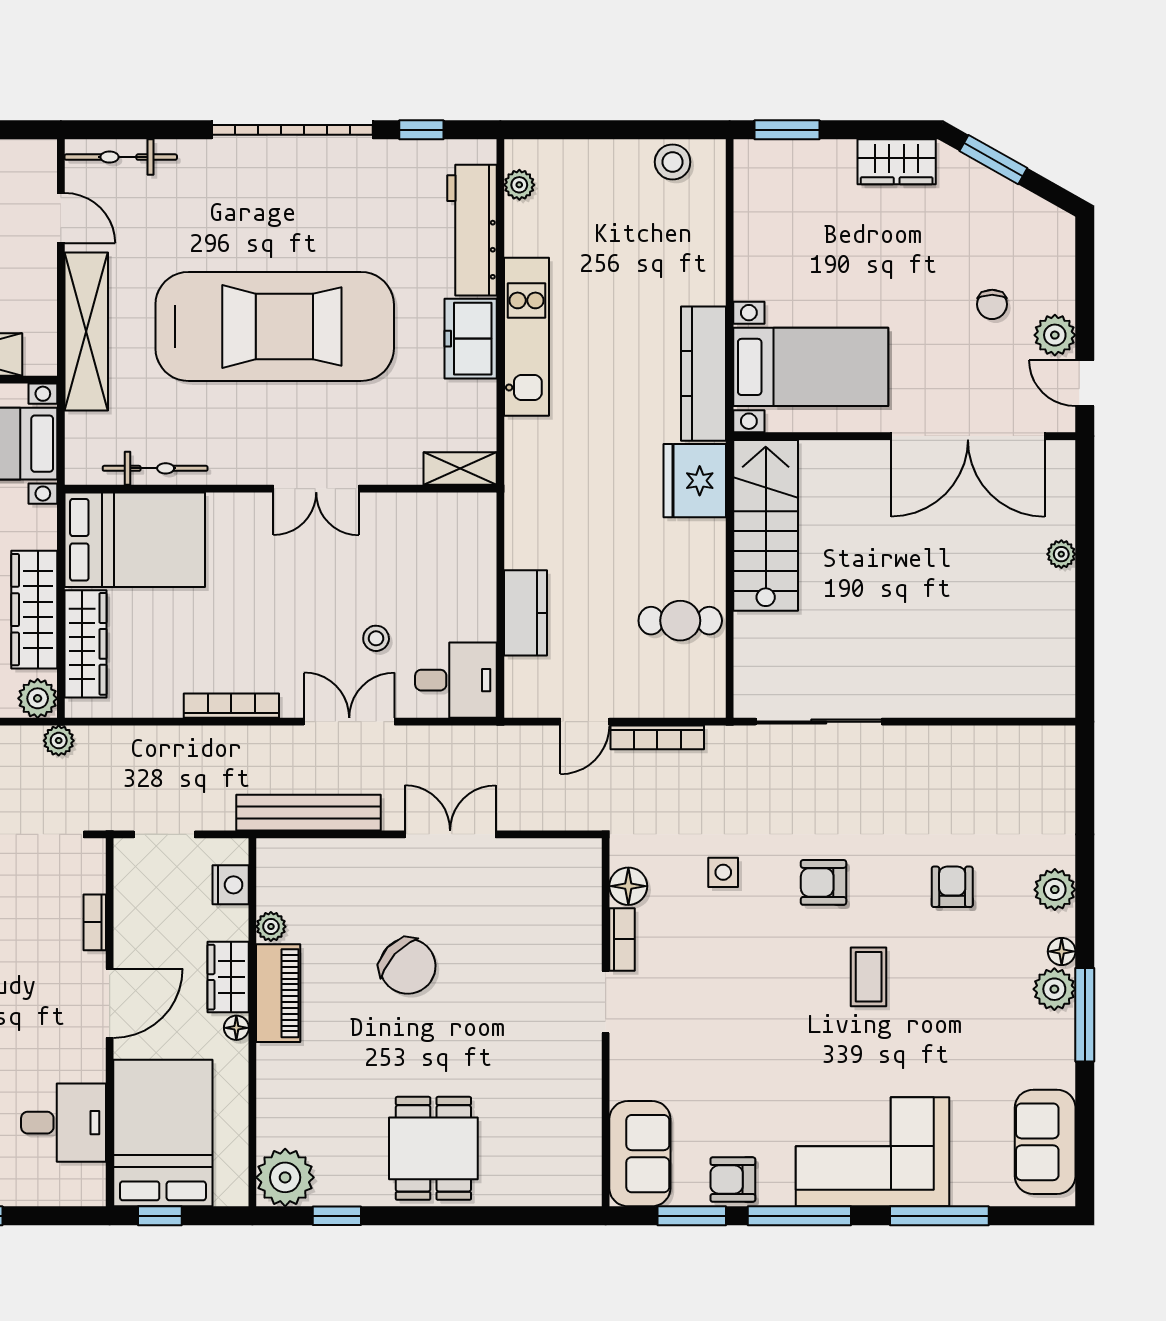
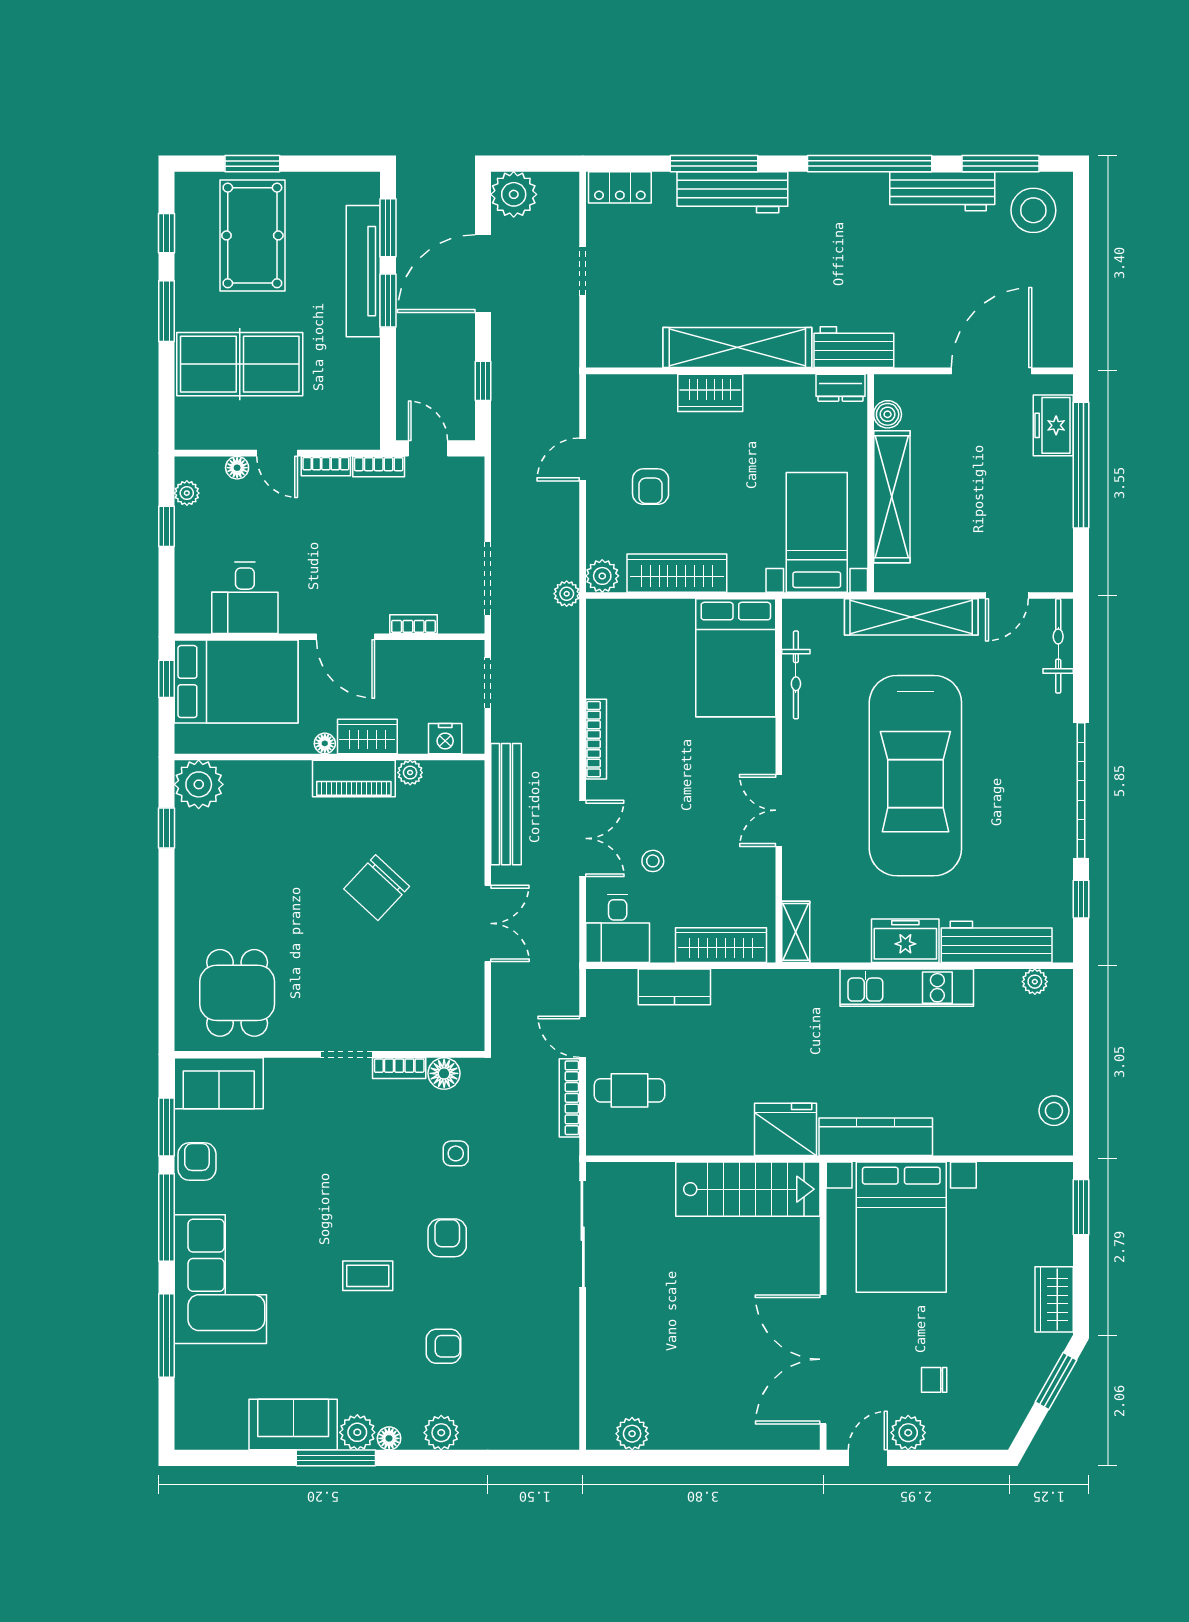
bed with nightstands: (811, 367) -> (901, 1227), width x1.36
plant: (1061, 554) -> (632, 1434), moved, width x1.38, depth x1.38
cafe table: (680, 621) -> (630, 1090), moved, turned 90
wardrobe: (85, 644) -> (721, 945), moved, turned 180
sofa: (1045, 1142) -> (293, 1425), moved
dining table: (433, 1148) -> (237, 993), moved, turned 90

